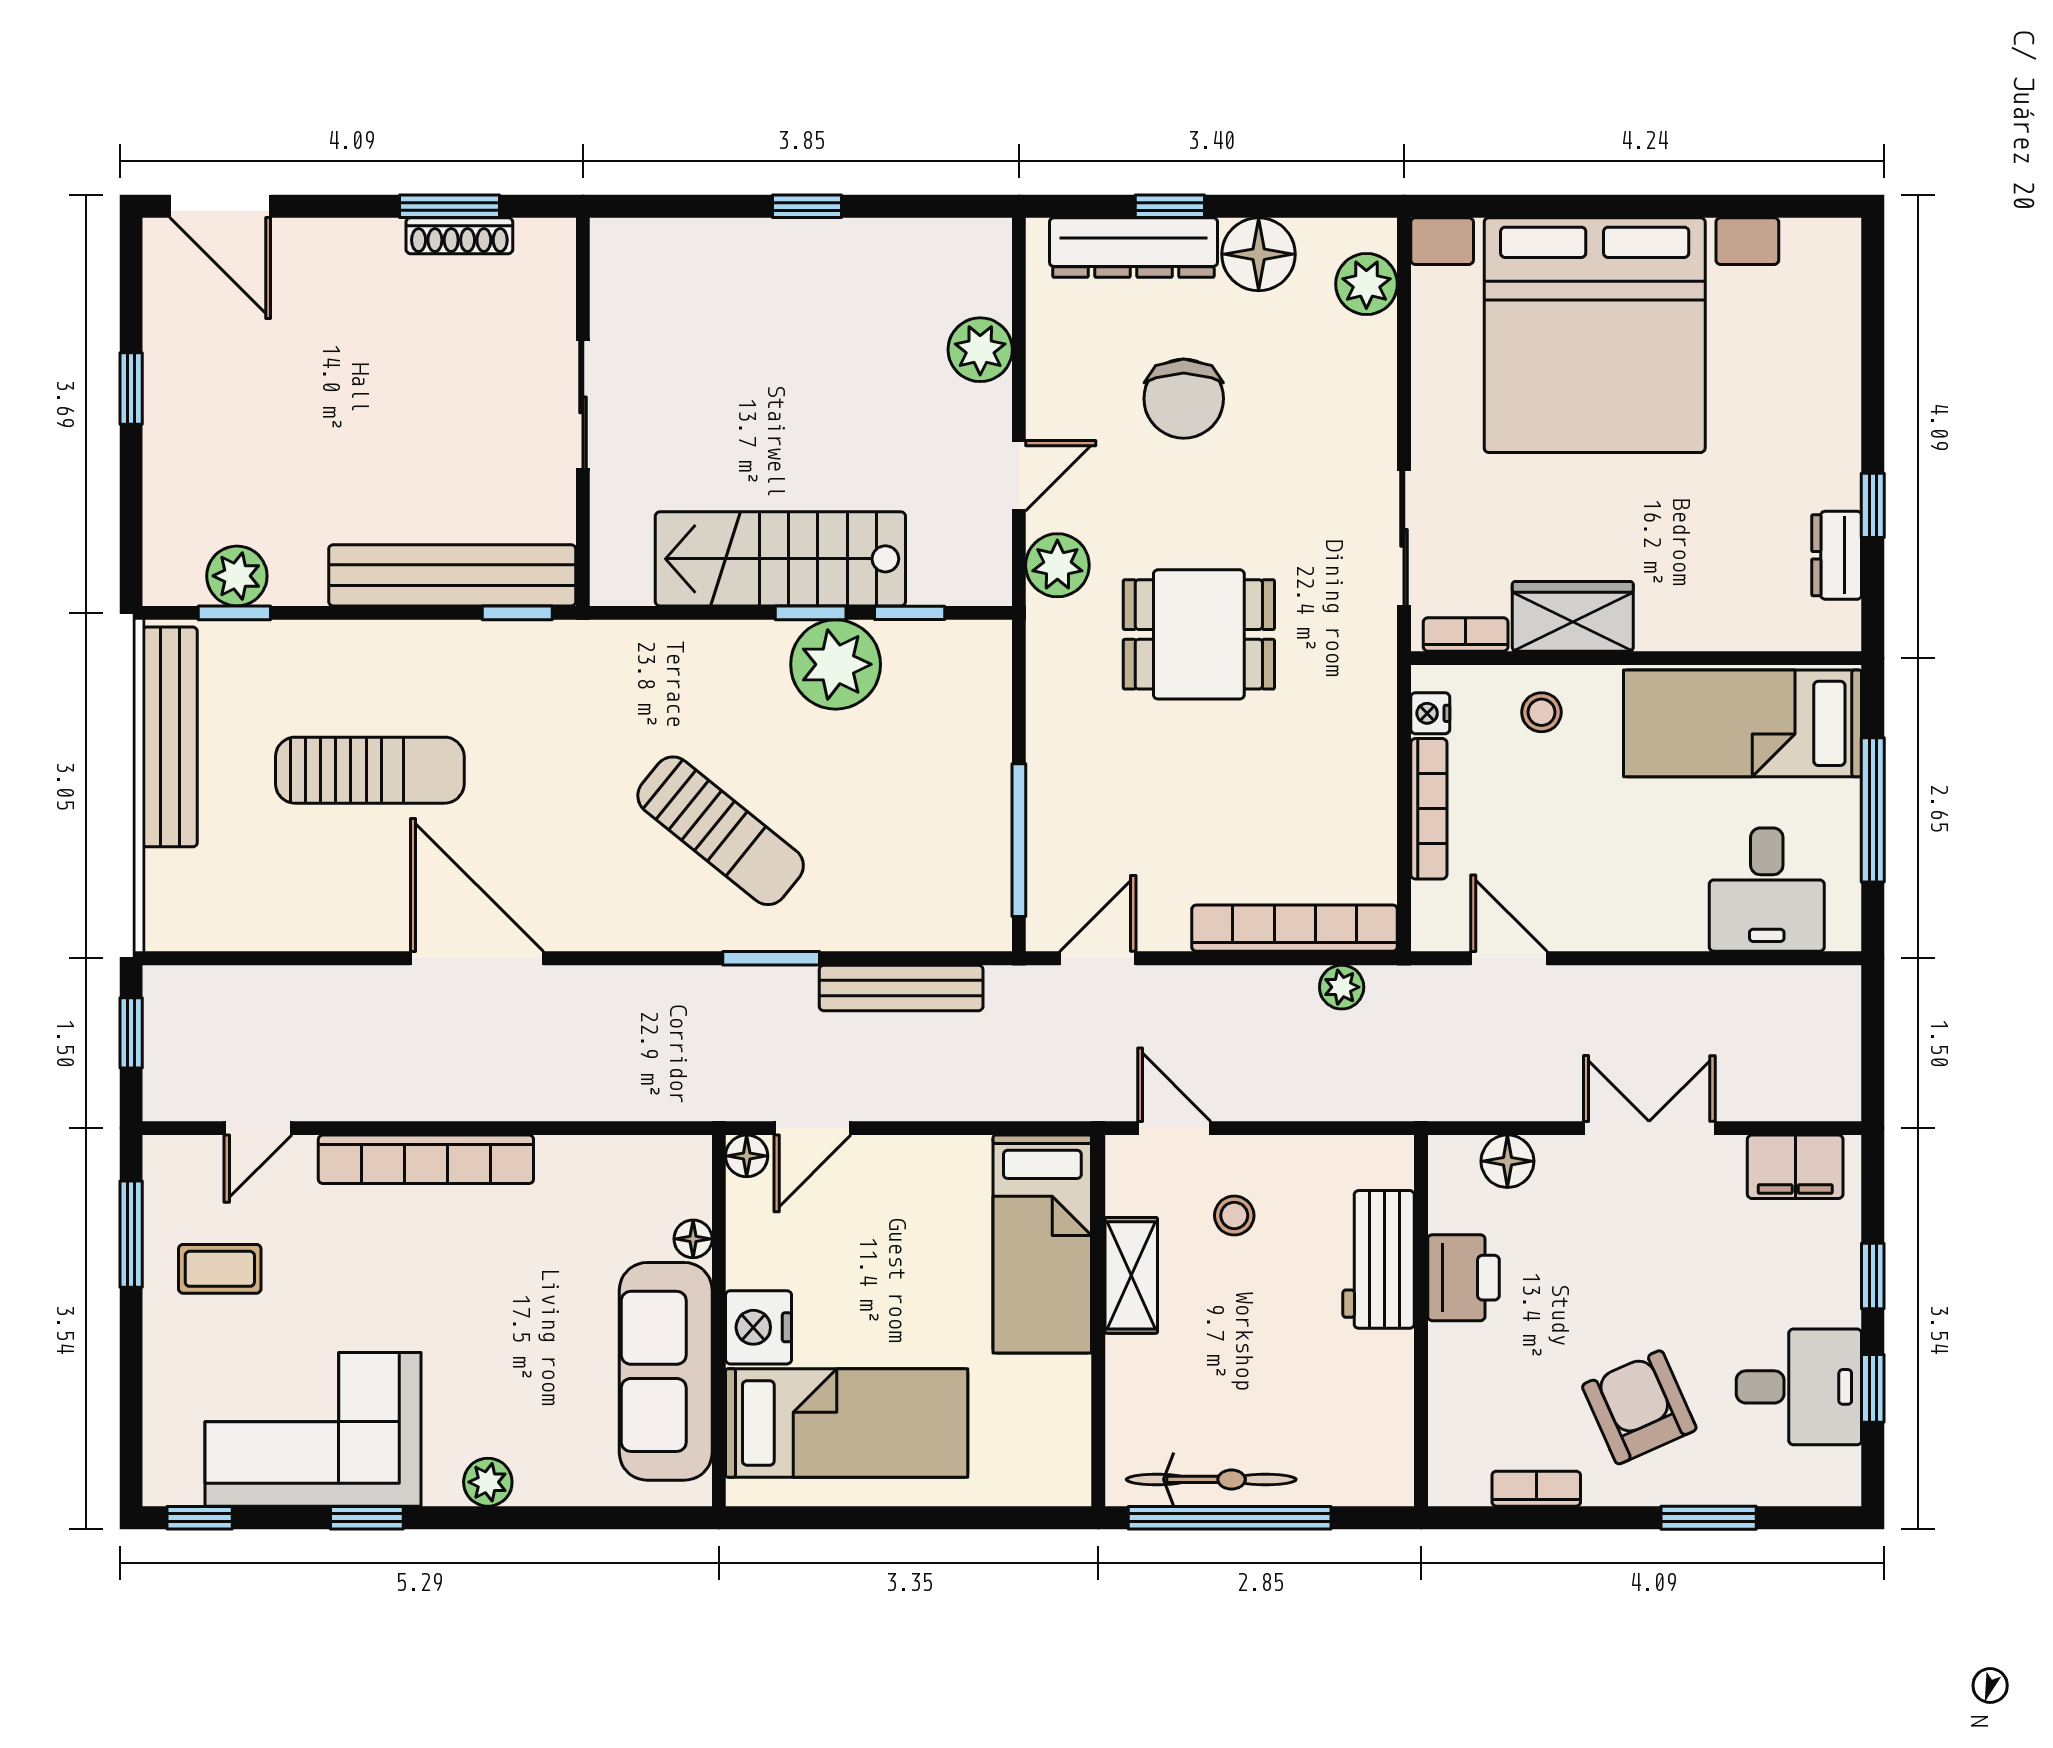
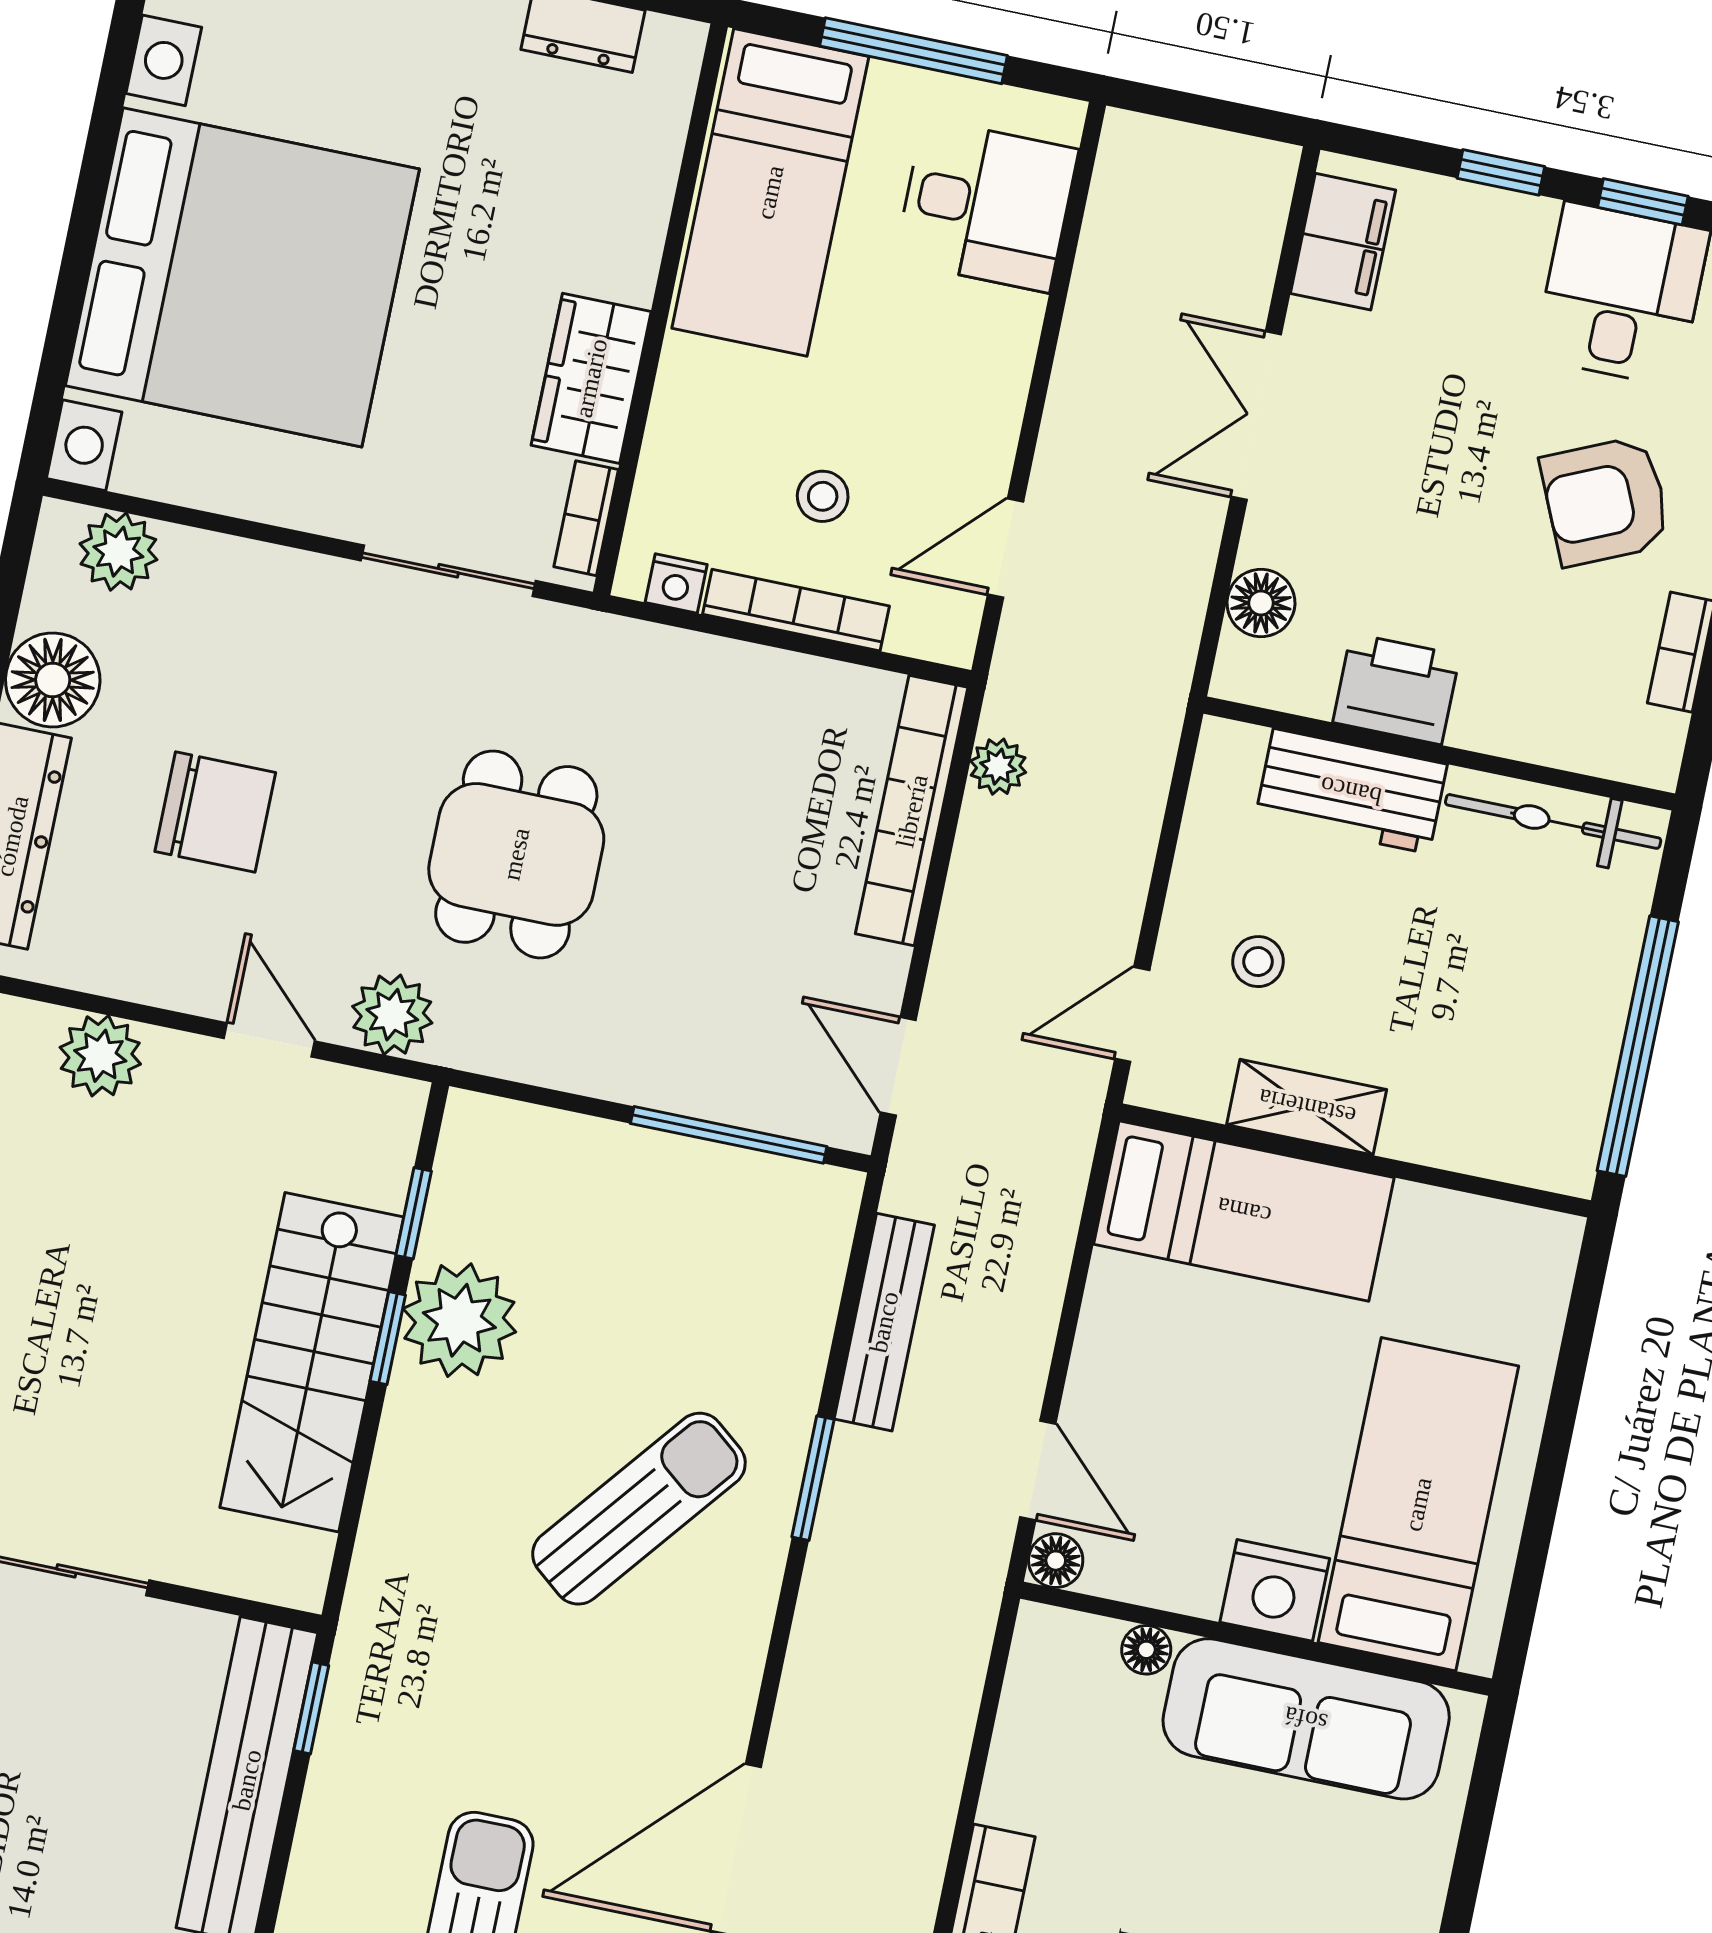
stool: (1541, 712) -> (823, 496), moved
bicycle: (1211, 1479) -> (1553, 821), moved, turned -90

